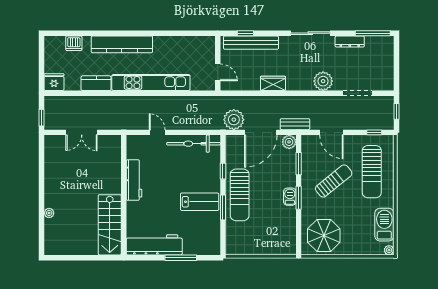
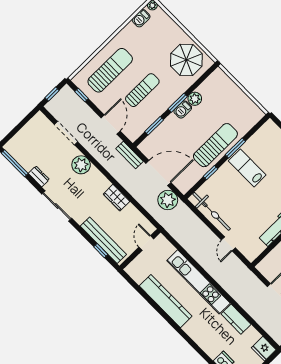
dresser: (350, 41) -> (39, 176), width x0.70
kitchen counter: (122, 44) -> (166, 301), moved
plant: (289, 142) -> (195, 99), moved
sun lounger: (334, 181) -> (142, 90), turned 129
barbecue: (384, 225) -> (141, 18), width x0.53, depth x0.65

